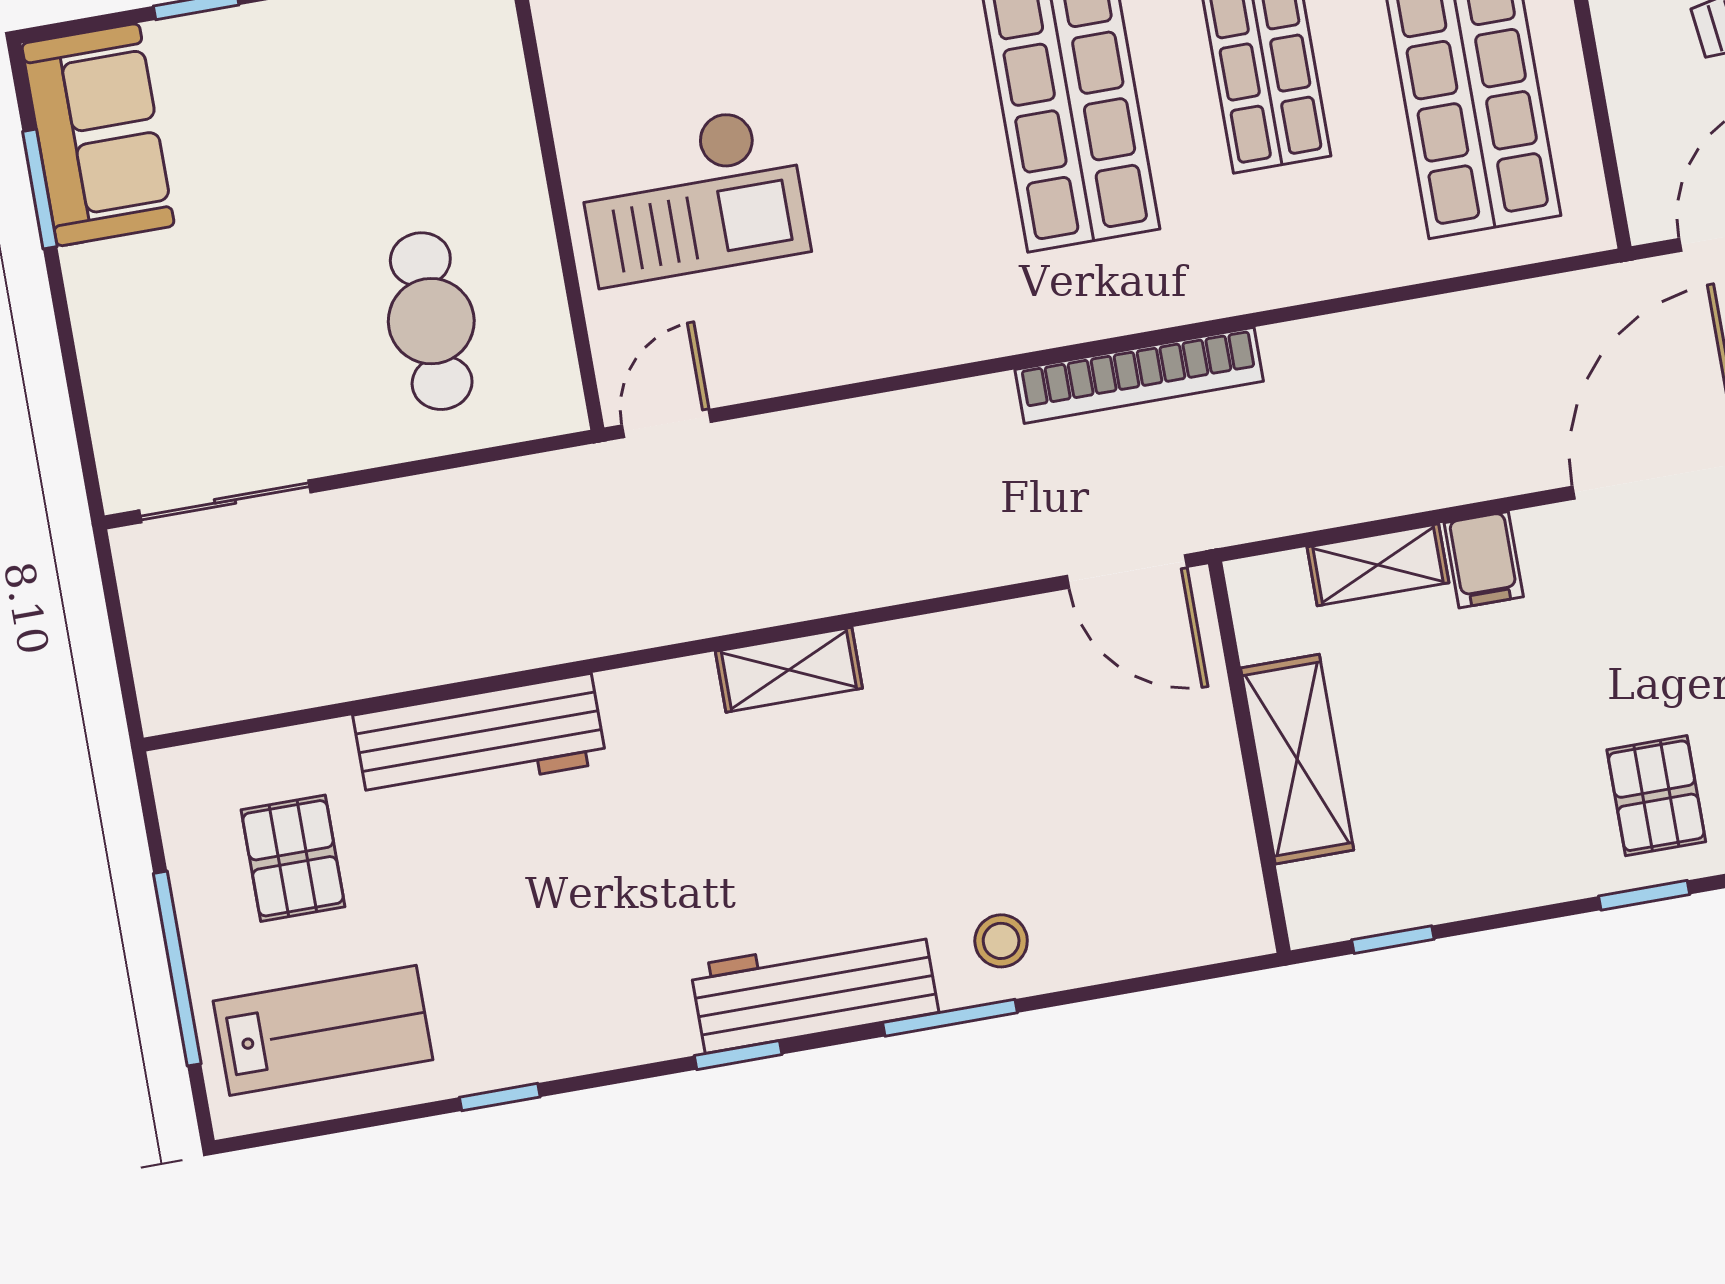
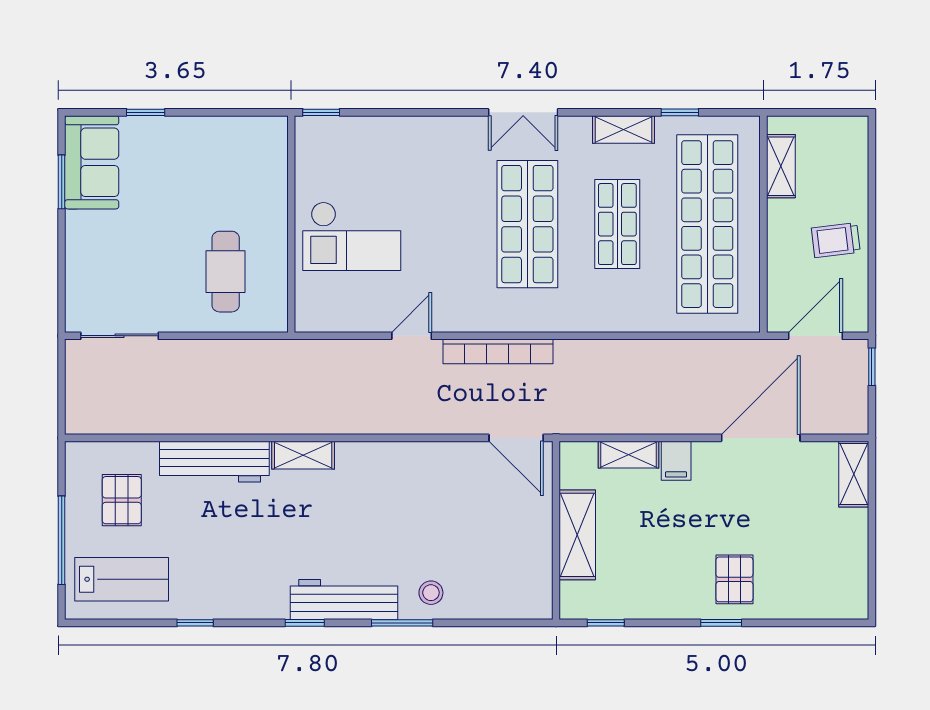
bookcase: (1139, 375) -> (498, 351), moved
door: (667, 424) -> (412, 336), moved
shelving: (789, 670) -> (303, 455), moved

